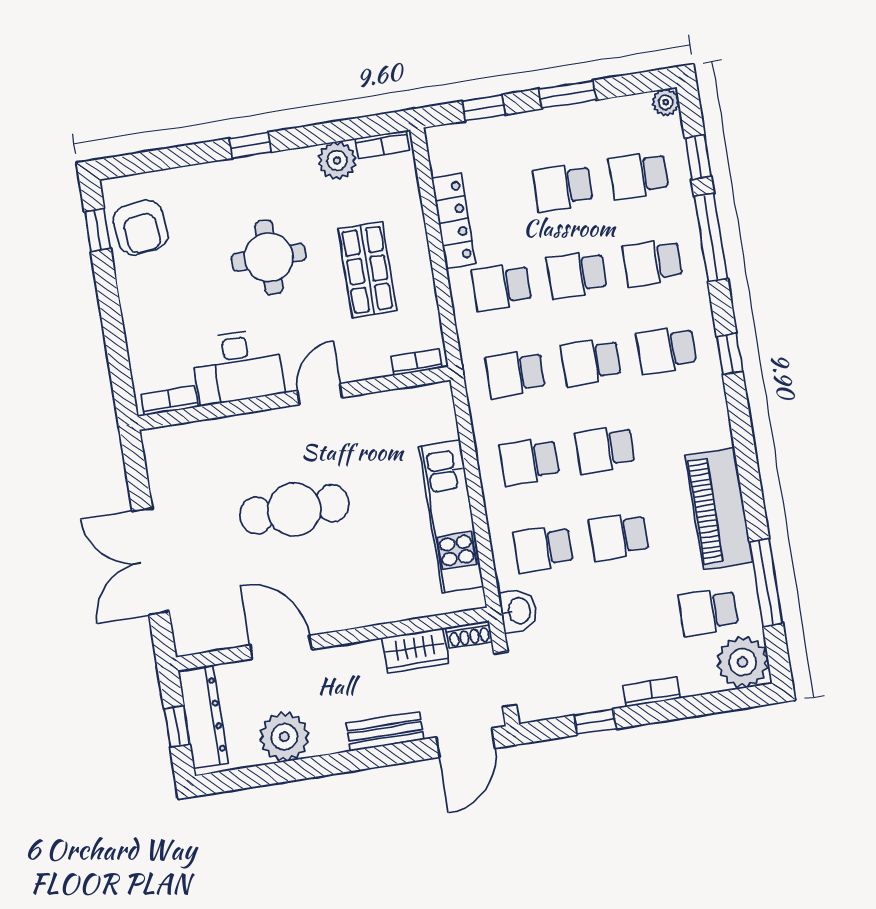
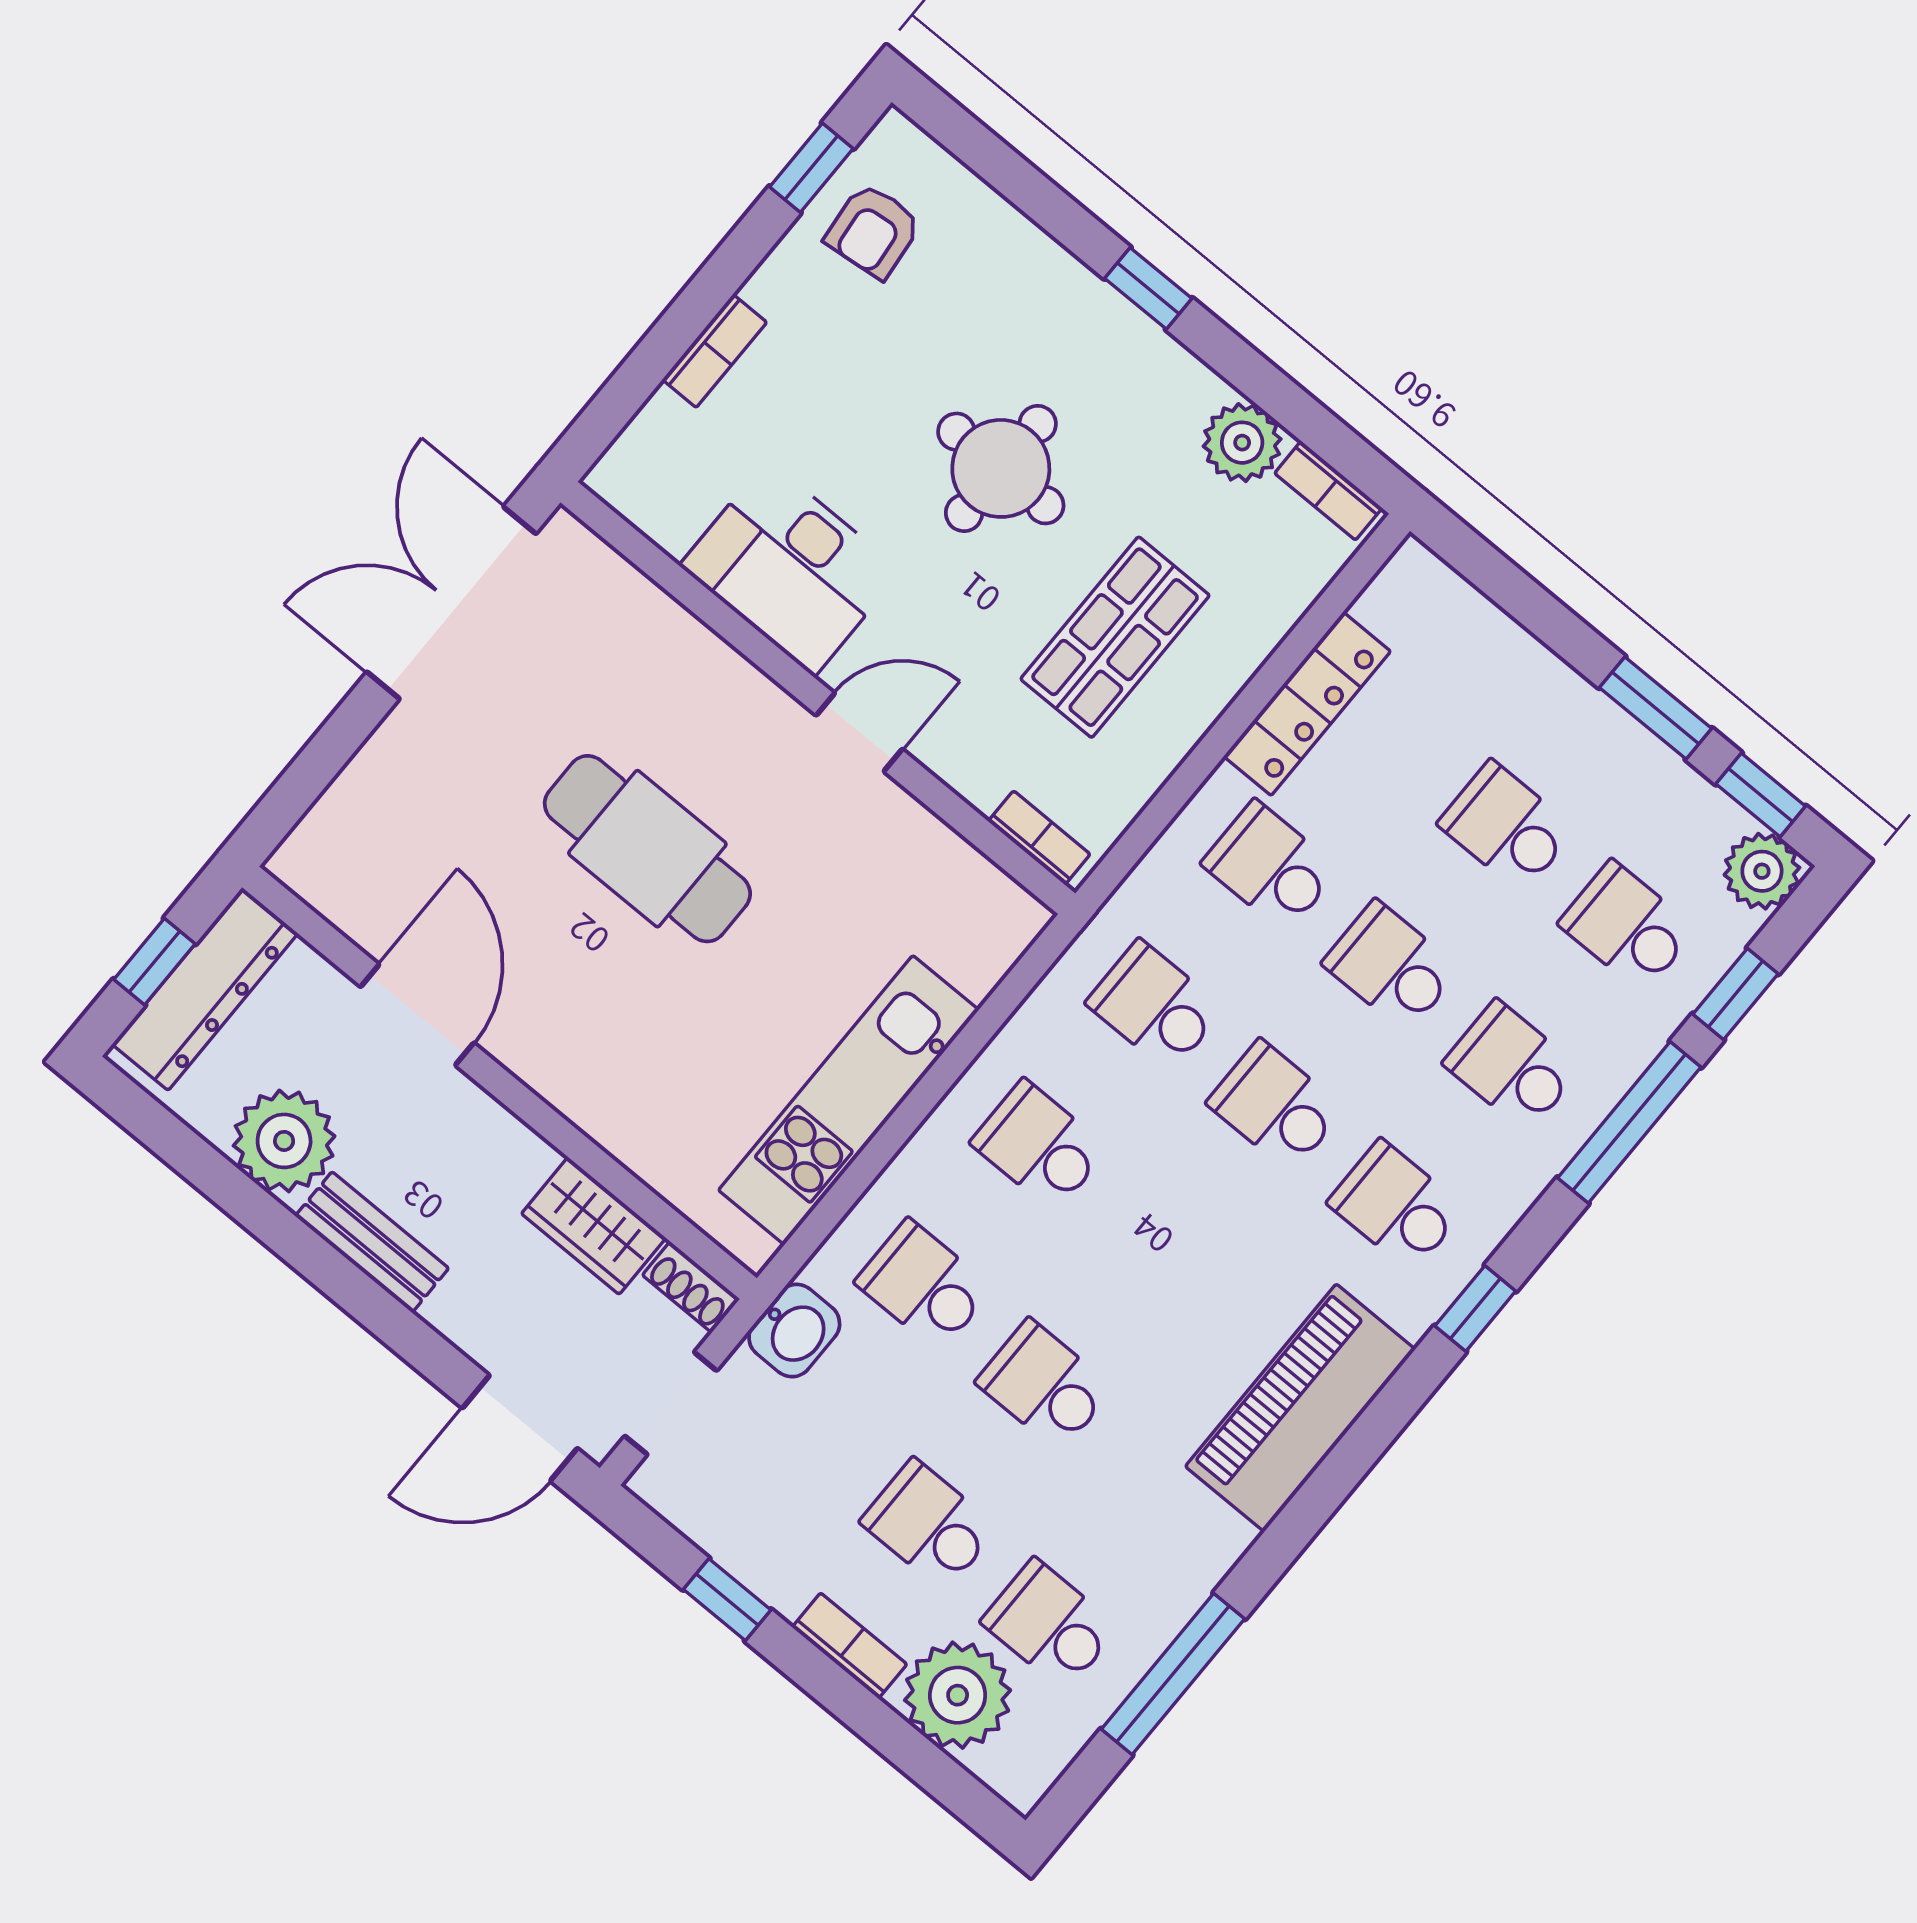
plant: (666, 102) -> (1762, 871), width x1.38, depth x1.38
window: (484, 108) -> (1761, 795), moved
armchair: (141, 228) -> (873, 231), width x0.72, depth x0.72
bookcase: (169, 401) -> (715, 351), moved, turned 90
school desk: (605, 449) -> (929, 1525), moved
piano: (719, 509) -> (1300, 1408), moved
double door: (151, 561) -> (451, 603), moved
plant: (743, 662) -> (958, 1695), moved
bench: (385, 731) -> (372, 1242), moved

